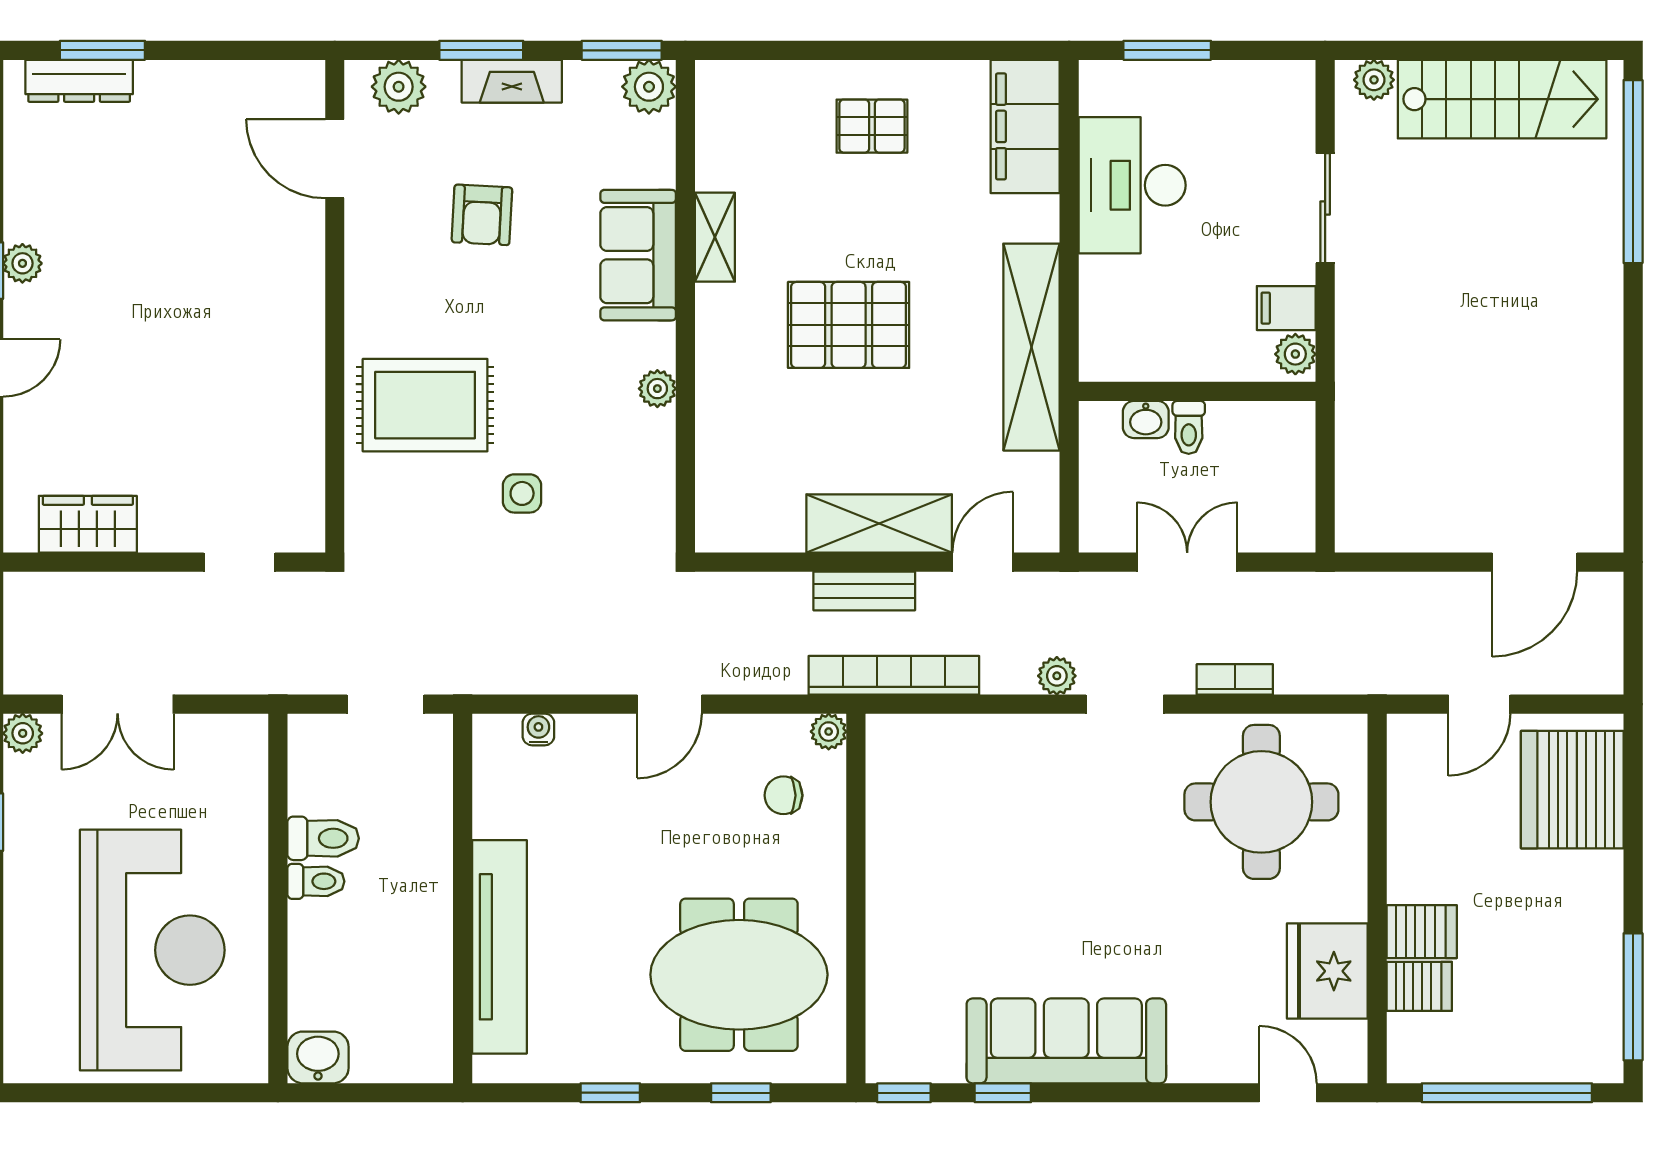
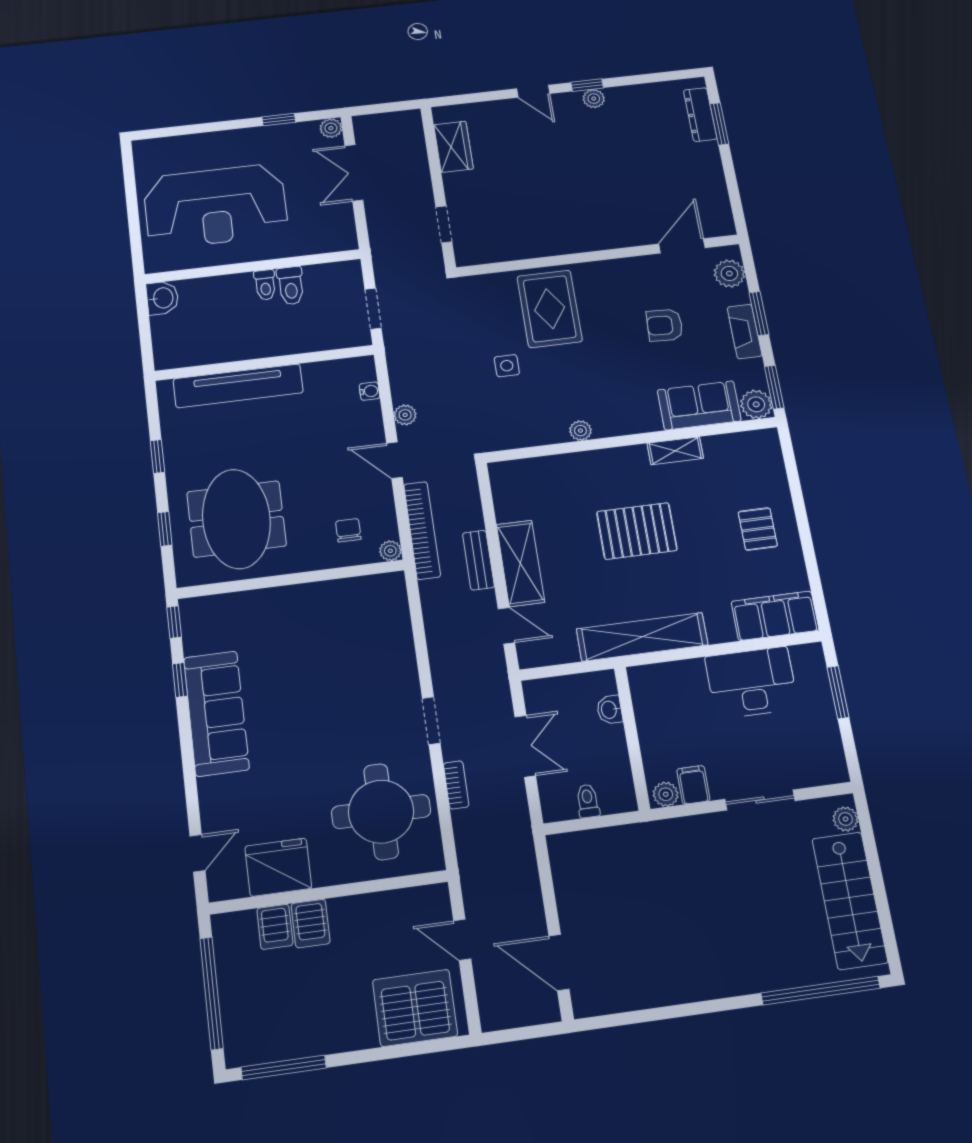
sofa: (638, 255) -> (699, 405), moved
pallet: (849, 325) -> (637, 531), turned 90
toilet: (1189, 427) -> (588, 801), moved, turned 90
bookcase: (894, 675) -> (422, 530), moved
plant: (1057, 676) -> (405, 415), moved

